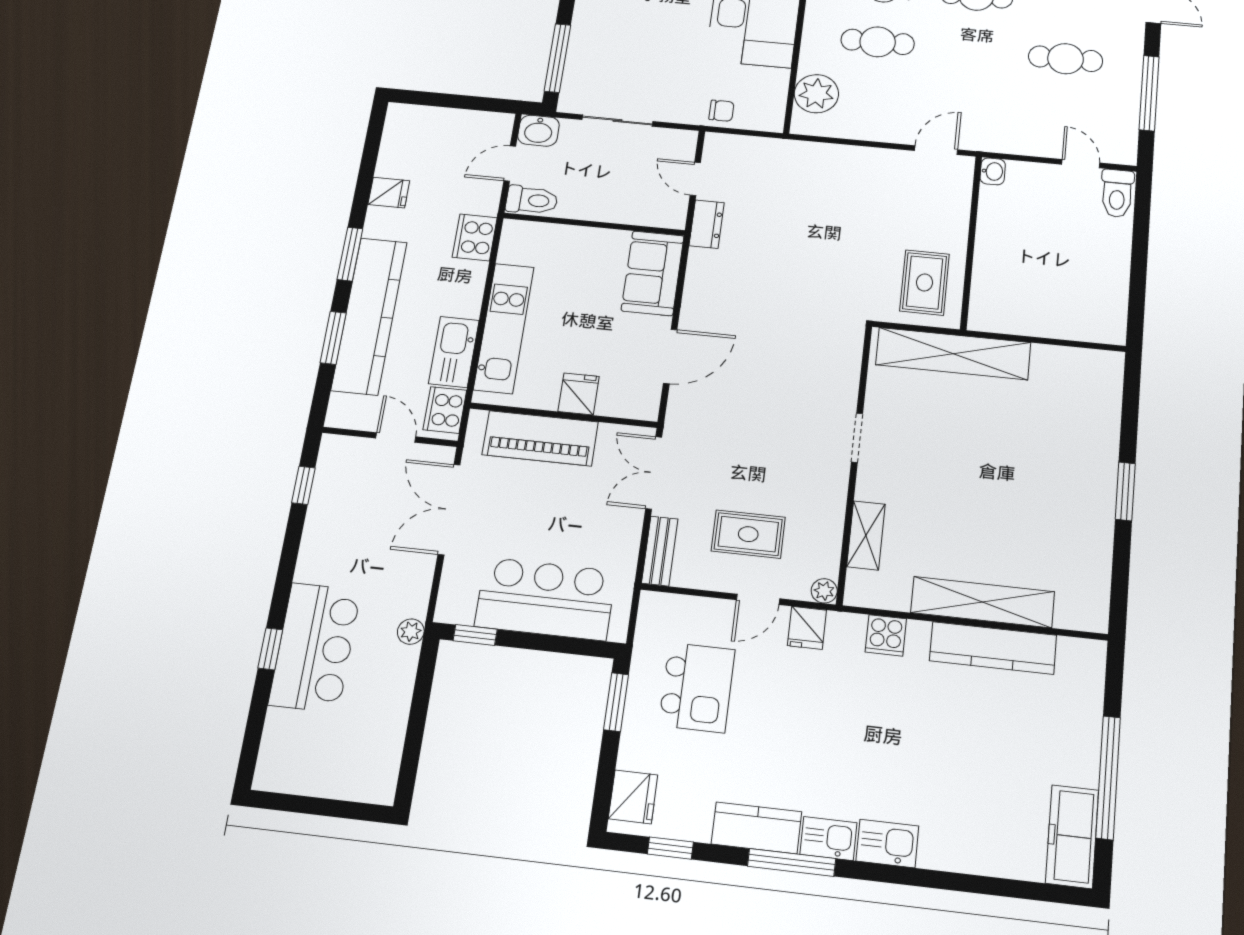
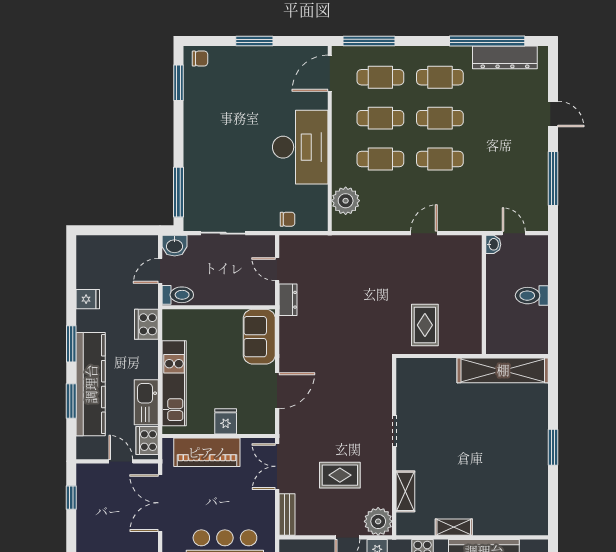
cafe table: (1066, 59) -> (440, 159), moved
washbasin: (993, 171) -> (493, 244), moved
toilet: (1117, 193) -> (532, 296), moved, turned 90
wall: (971, 242) -> (484, 295), moved
shelving: (953, 354) -> (503, 370), moved
rug: (748, 534) -> (340, 475), moved
plant: (824, 591) -> (378, 521), width x1.88, depth x1.88
shelving: (982, 602) -> (454, 527), width x0.45, depth x0.75

